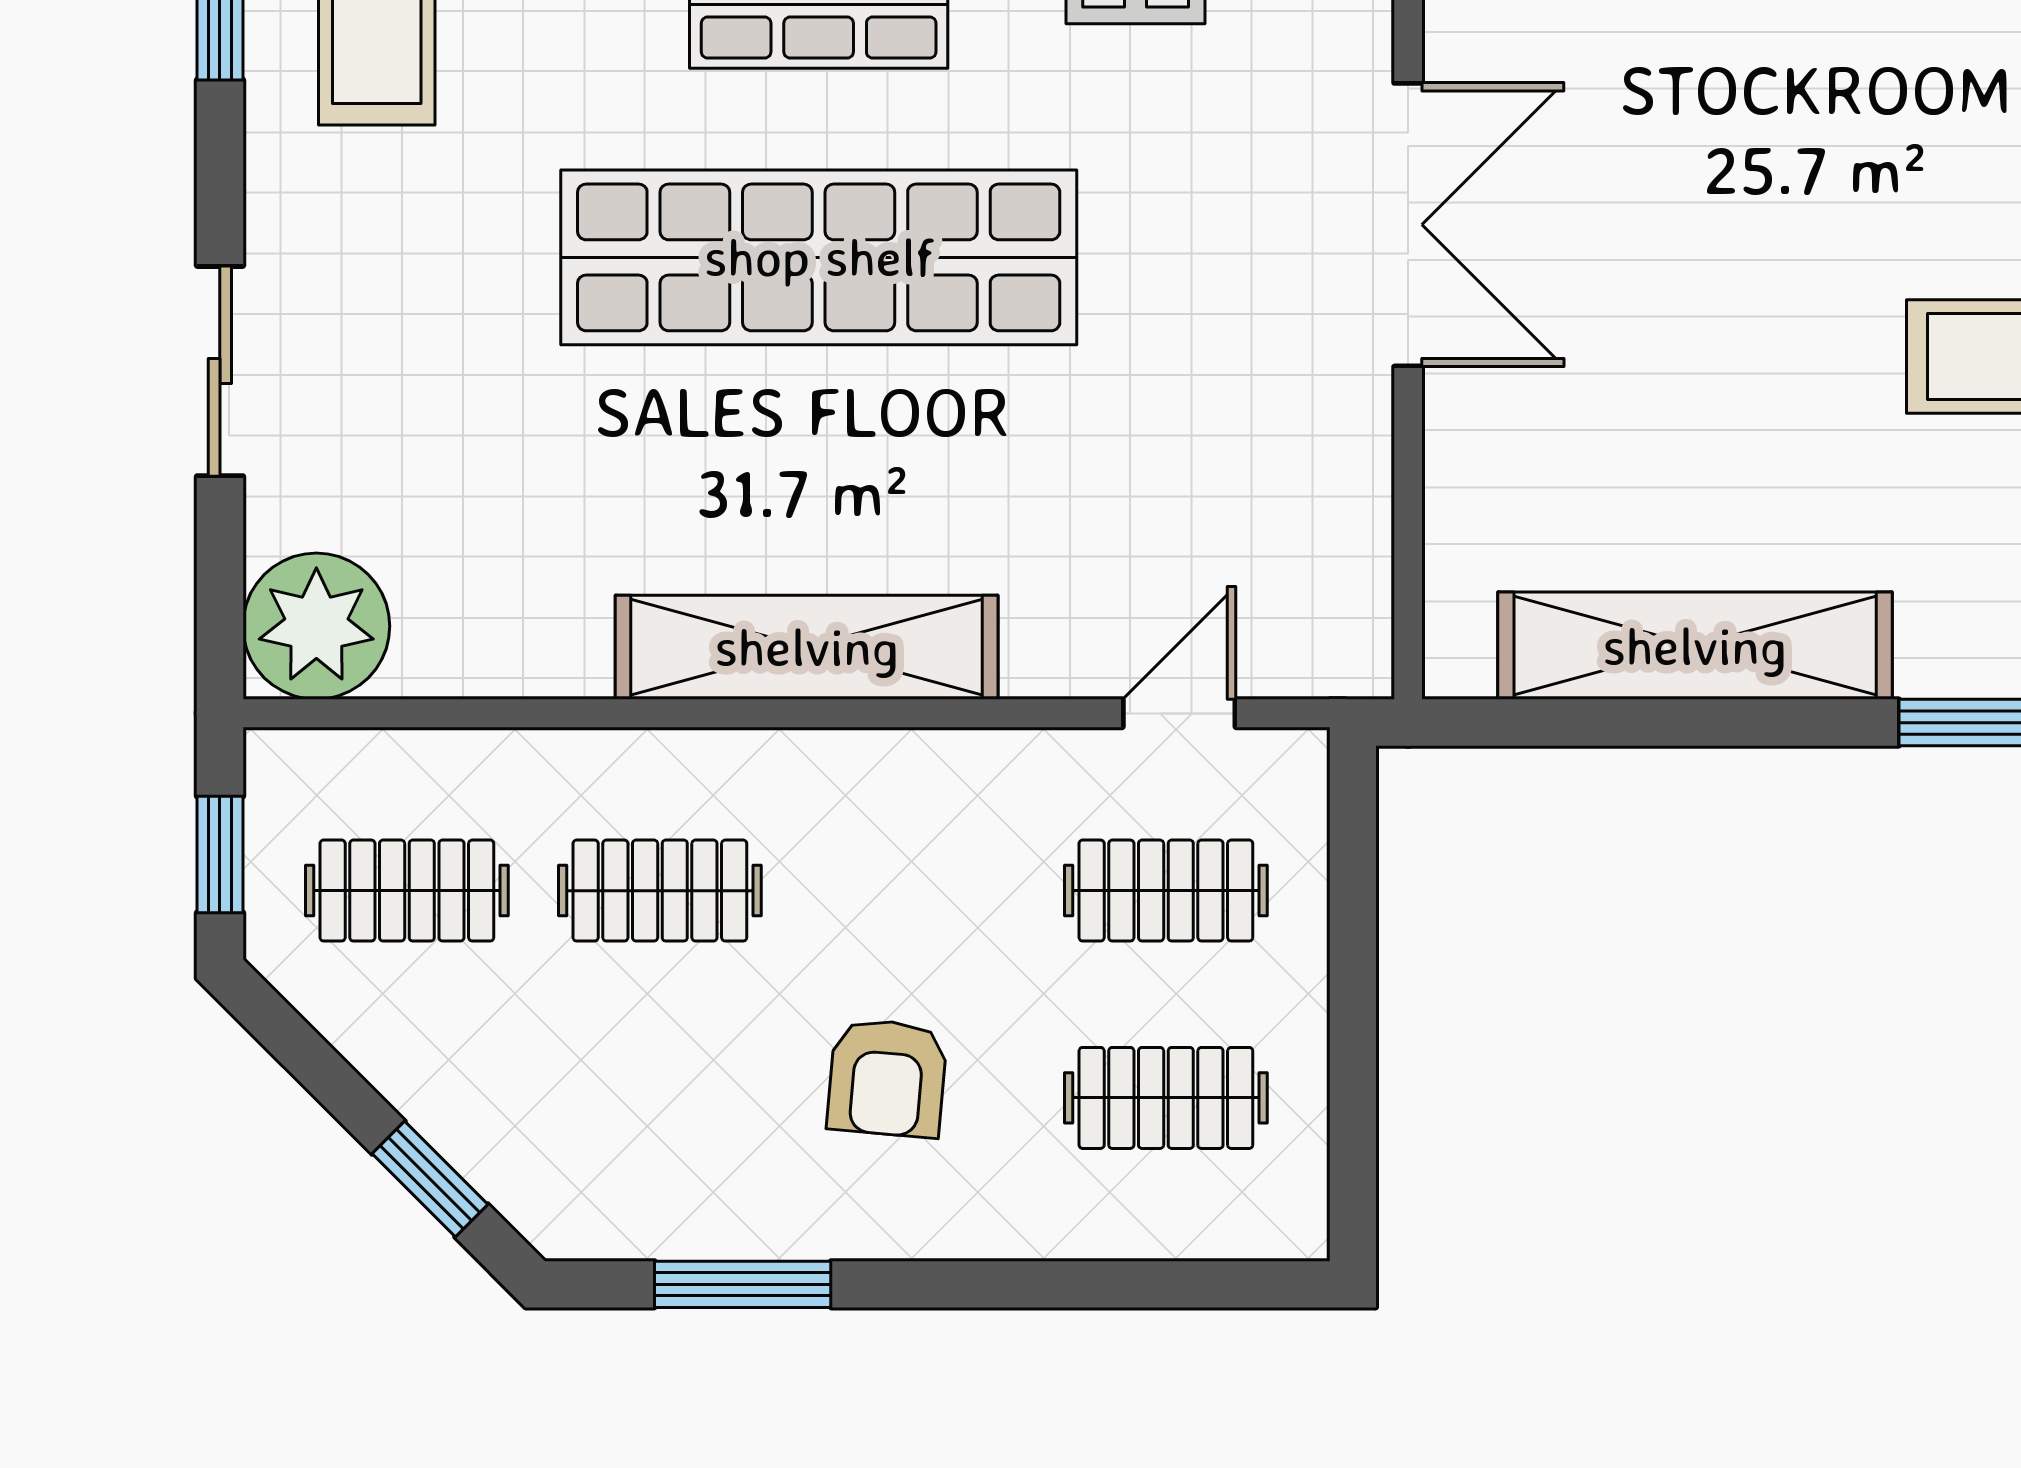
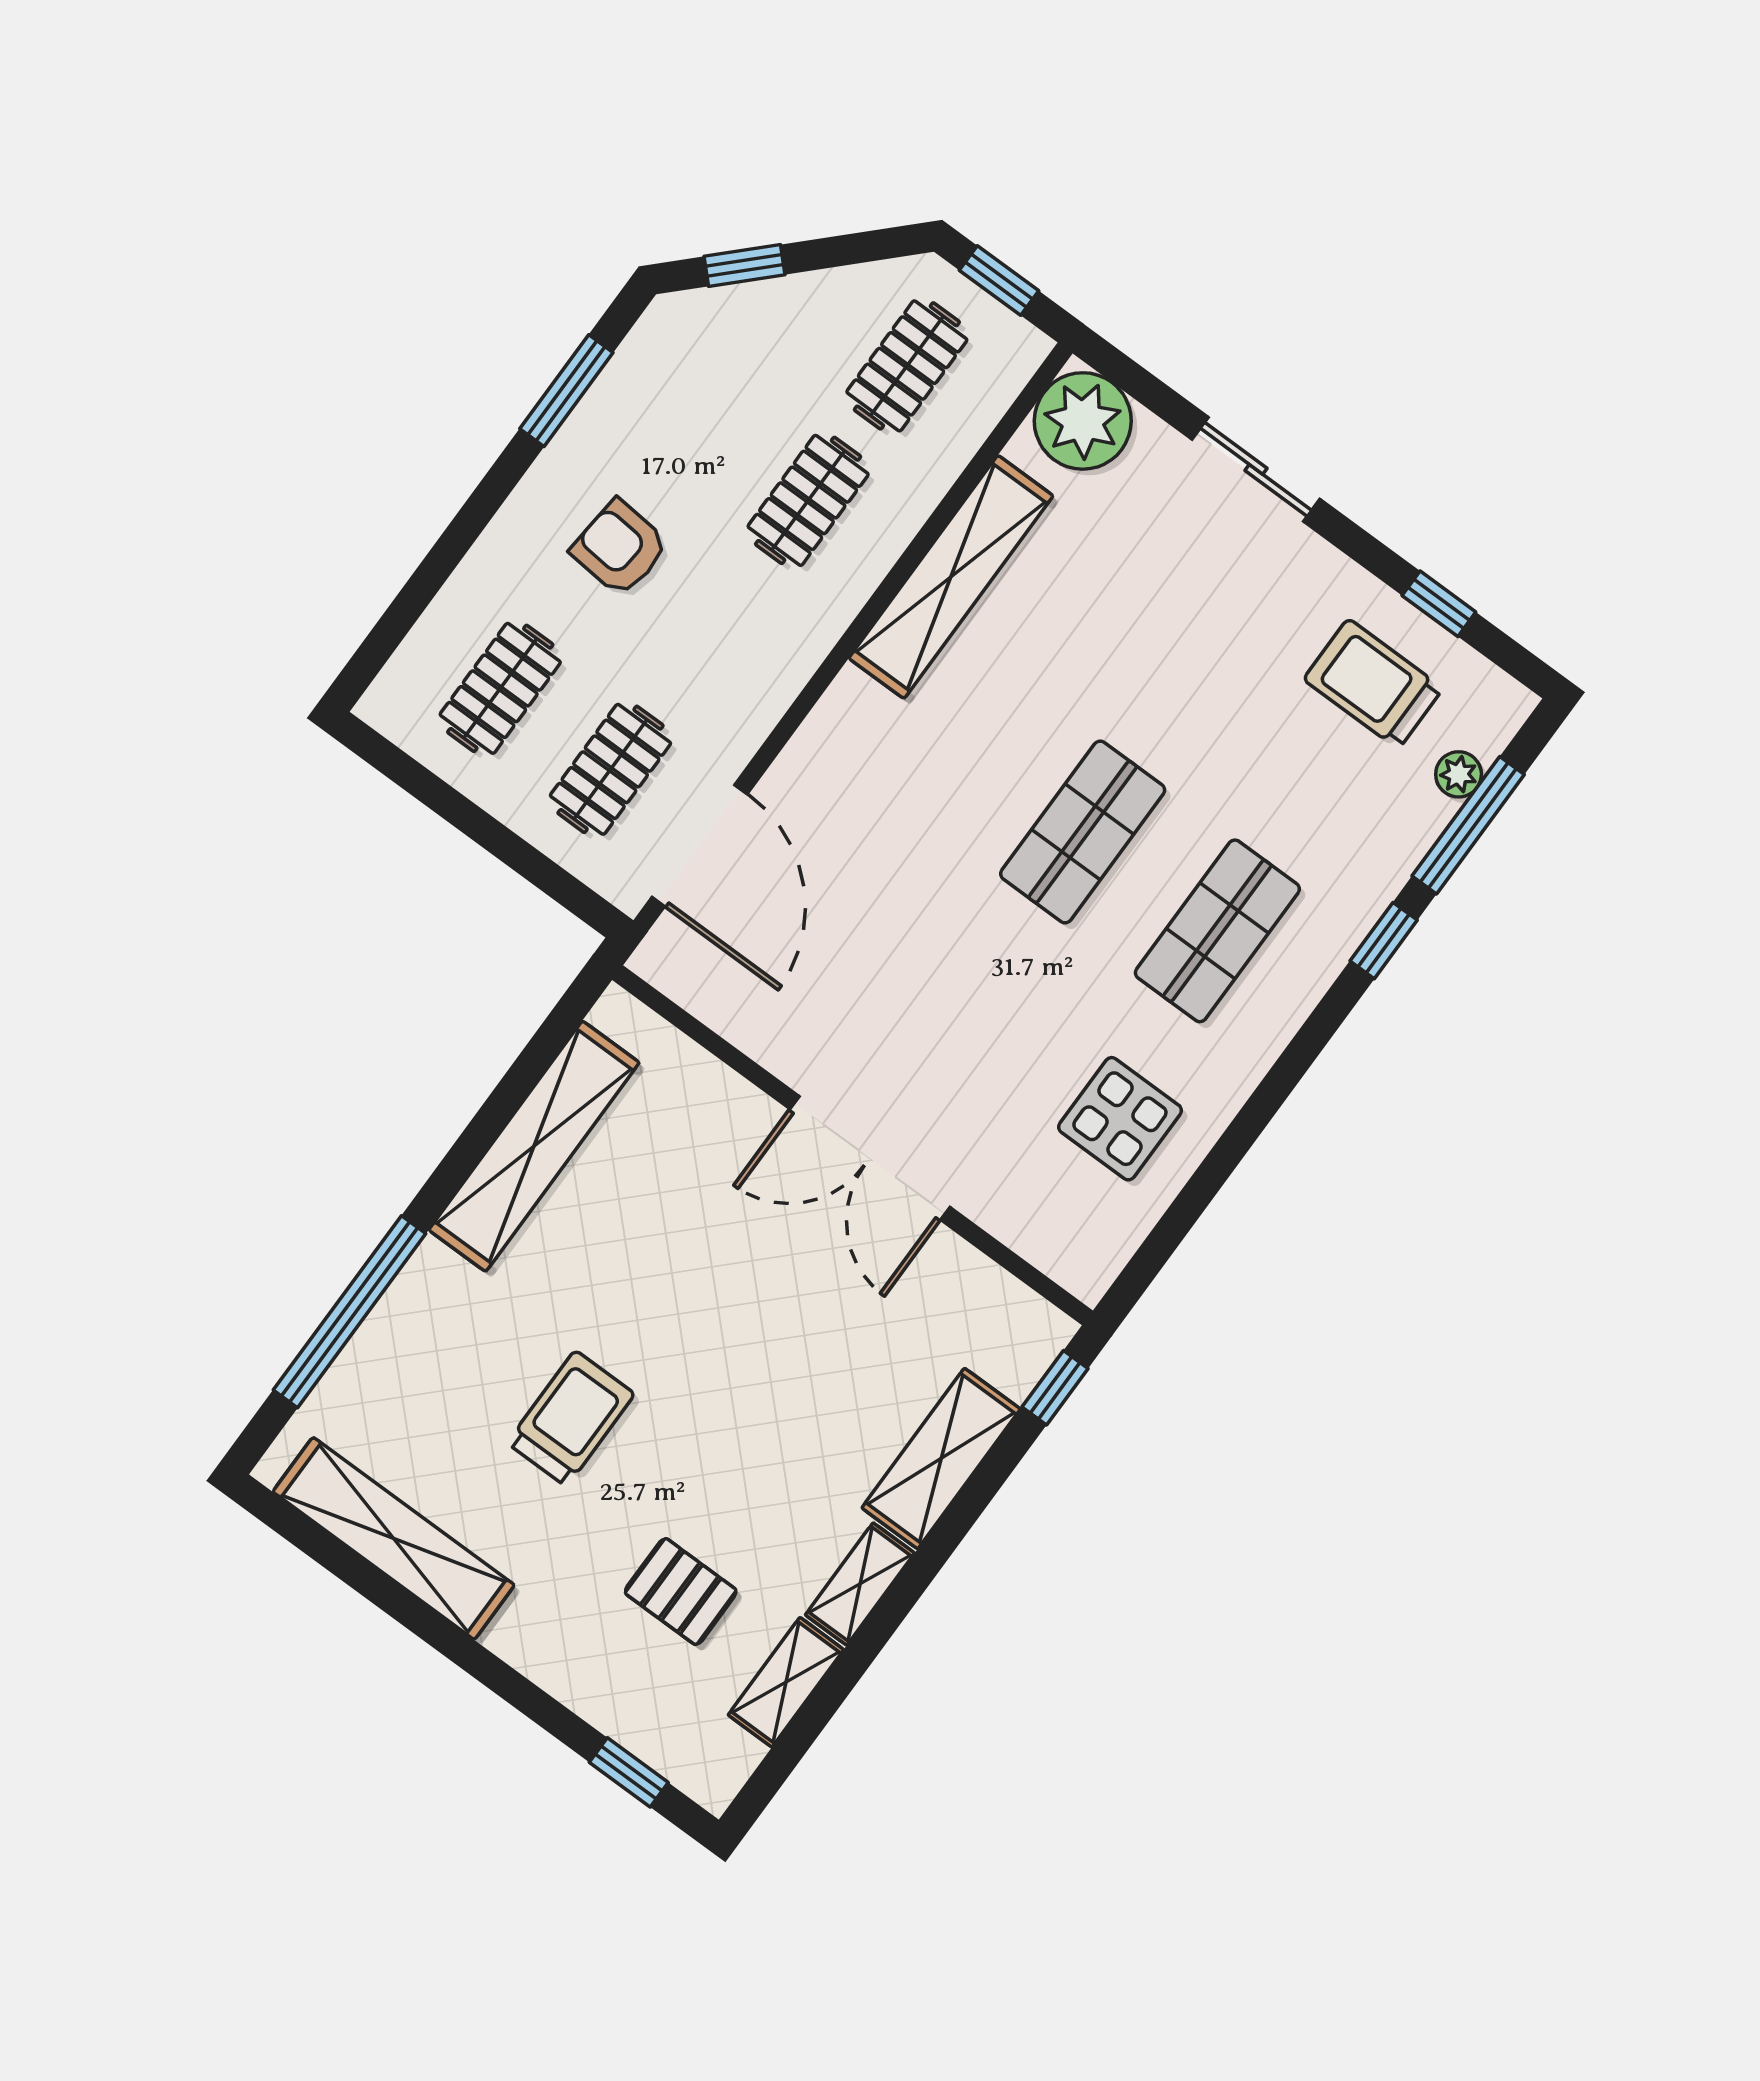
shop shelf: (819, 257) -> (1083, 832), width x0.50, depth x0.74
shelving: (807, 647) -> (951, 577), moved
door: (1179, 713) -> (700, 846), width x1.87

